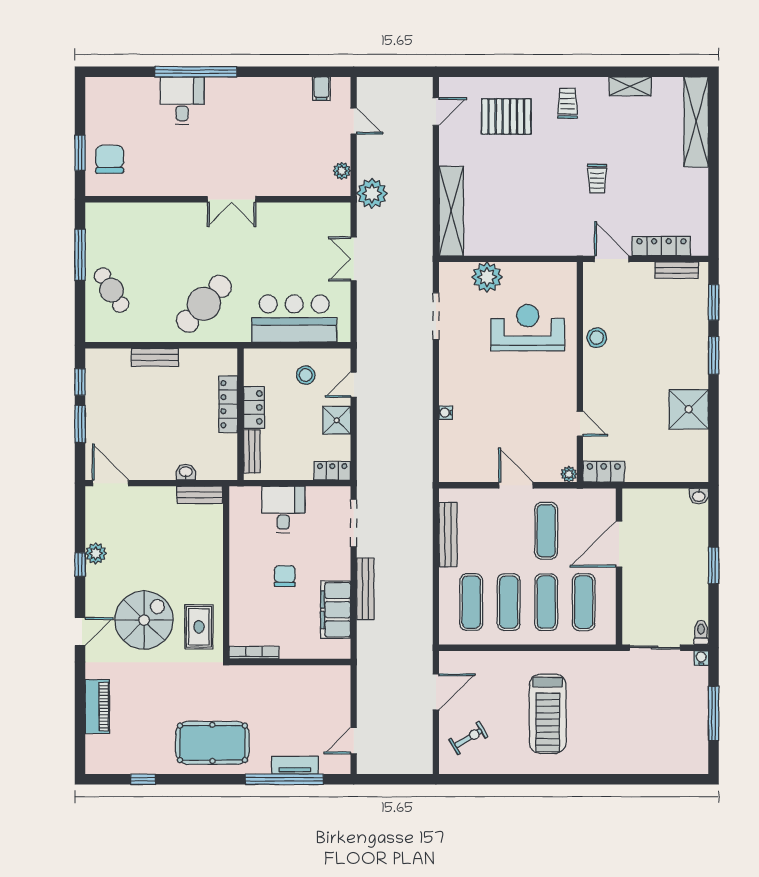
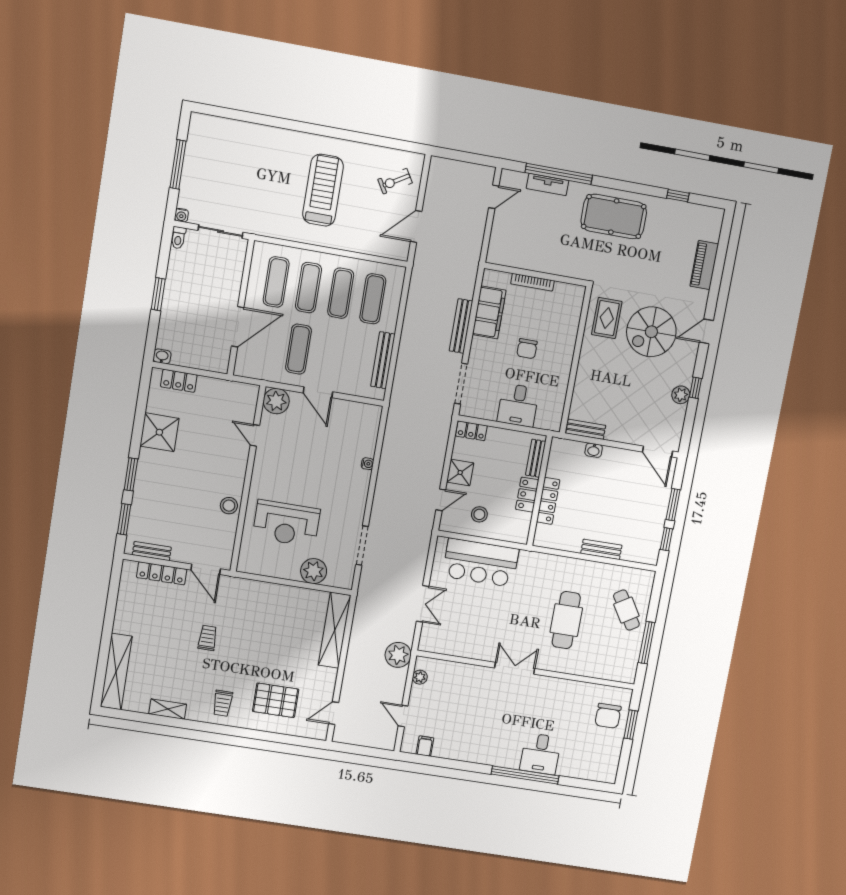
cafe table: (204, 304) -> (566, 620), moved, turned -43
locker: (604, 472) -> (179, 381), moved
plant: (569, 474) -> (276, 401), width x1.87, depth x1.87
bookcase: (254, 653) -> (532, 282), moved

